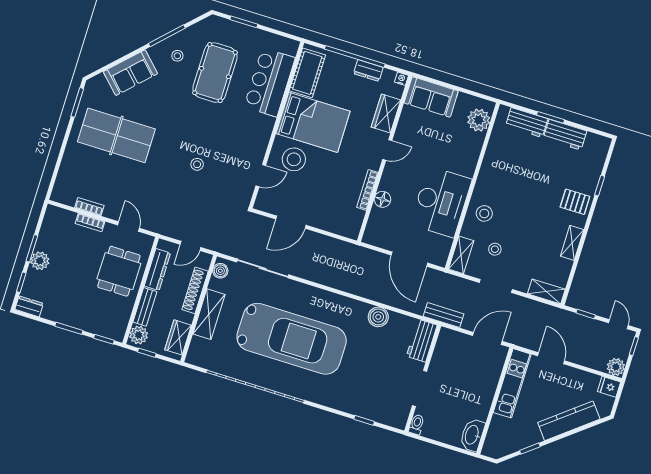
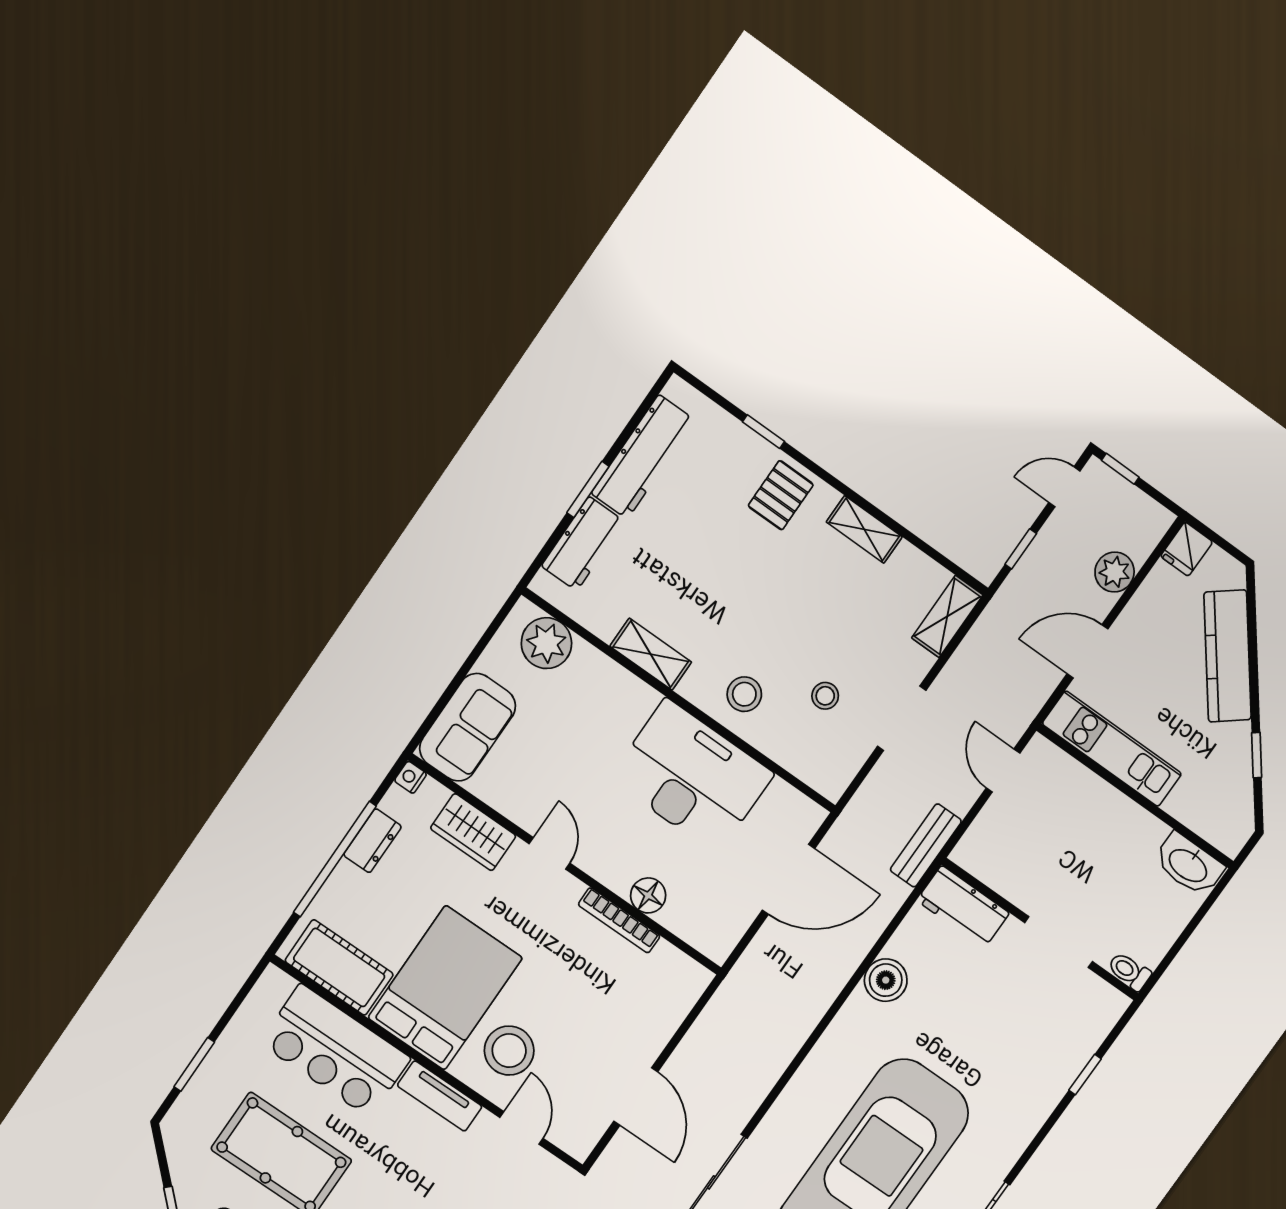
tv unit: (264, 135) -> (440, 1096), added
workbench: (565, 135) -> (643, 457), width x1.38
shelving: (461, 255) -> (651, 654), moved
door: (487, 338) -> (1003, 770), width x0.73
plant: (616, 367) -> (1115, 572), moved

